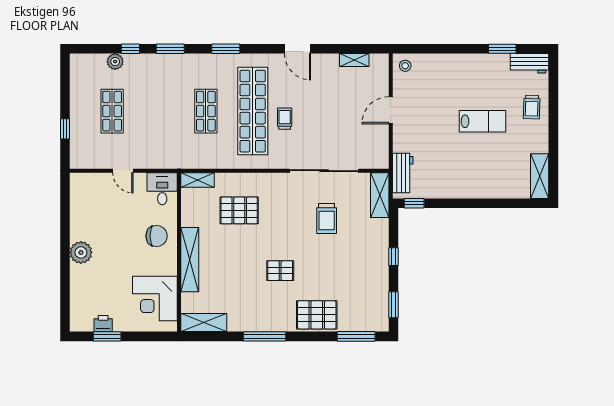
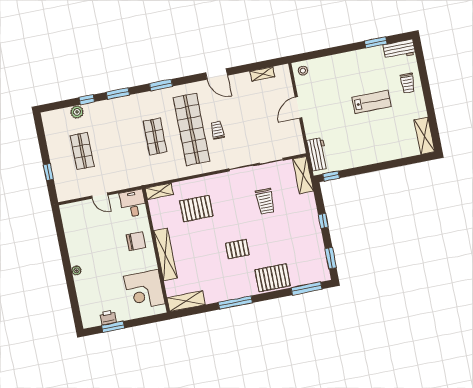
plant: (81, 252) -> (76, 270), width x0.53, depth x0.53

